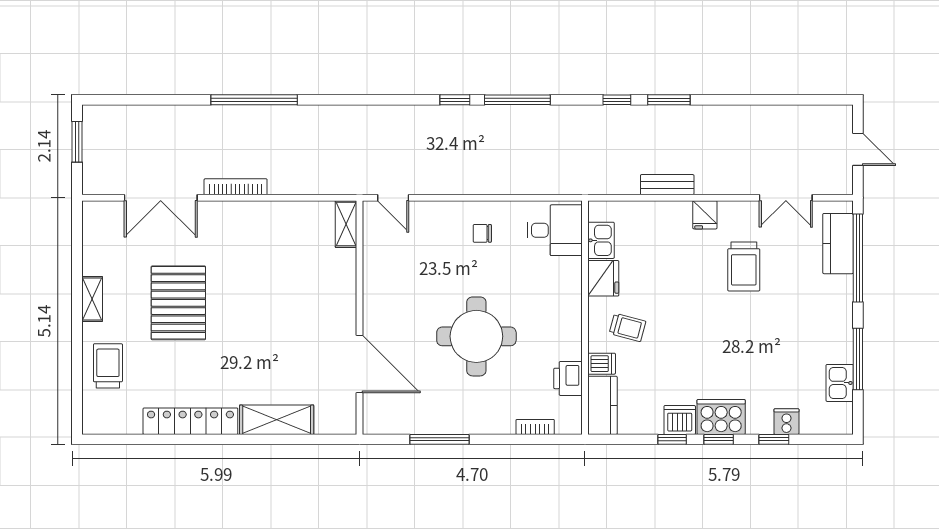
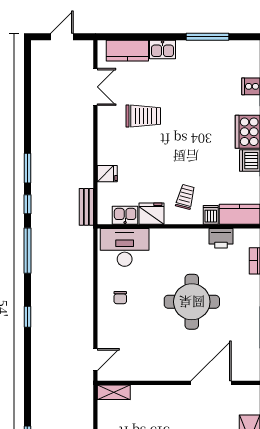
window: (517, 100) -> (27, 251), moved
bench: (667, 185) -> (86, 207), moved
fridge: (705, 215) -> (107, 174), moved
desk: (555, 230) -> (125, 247), width x1.37
window: (858, 258) -> (137, 37), removed
kitchen sink: (840, 383) -> (163, 49), moved

